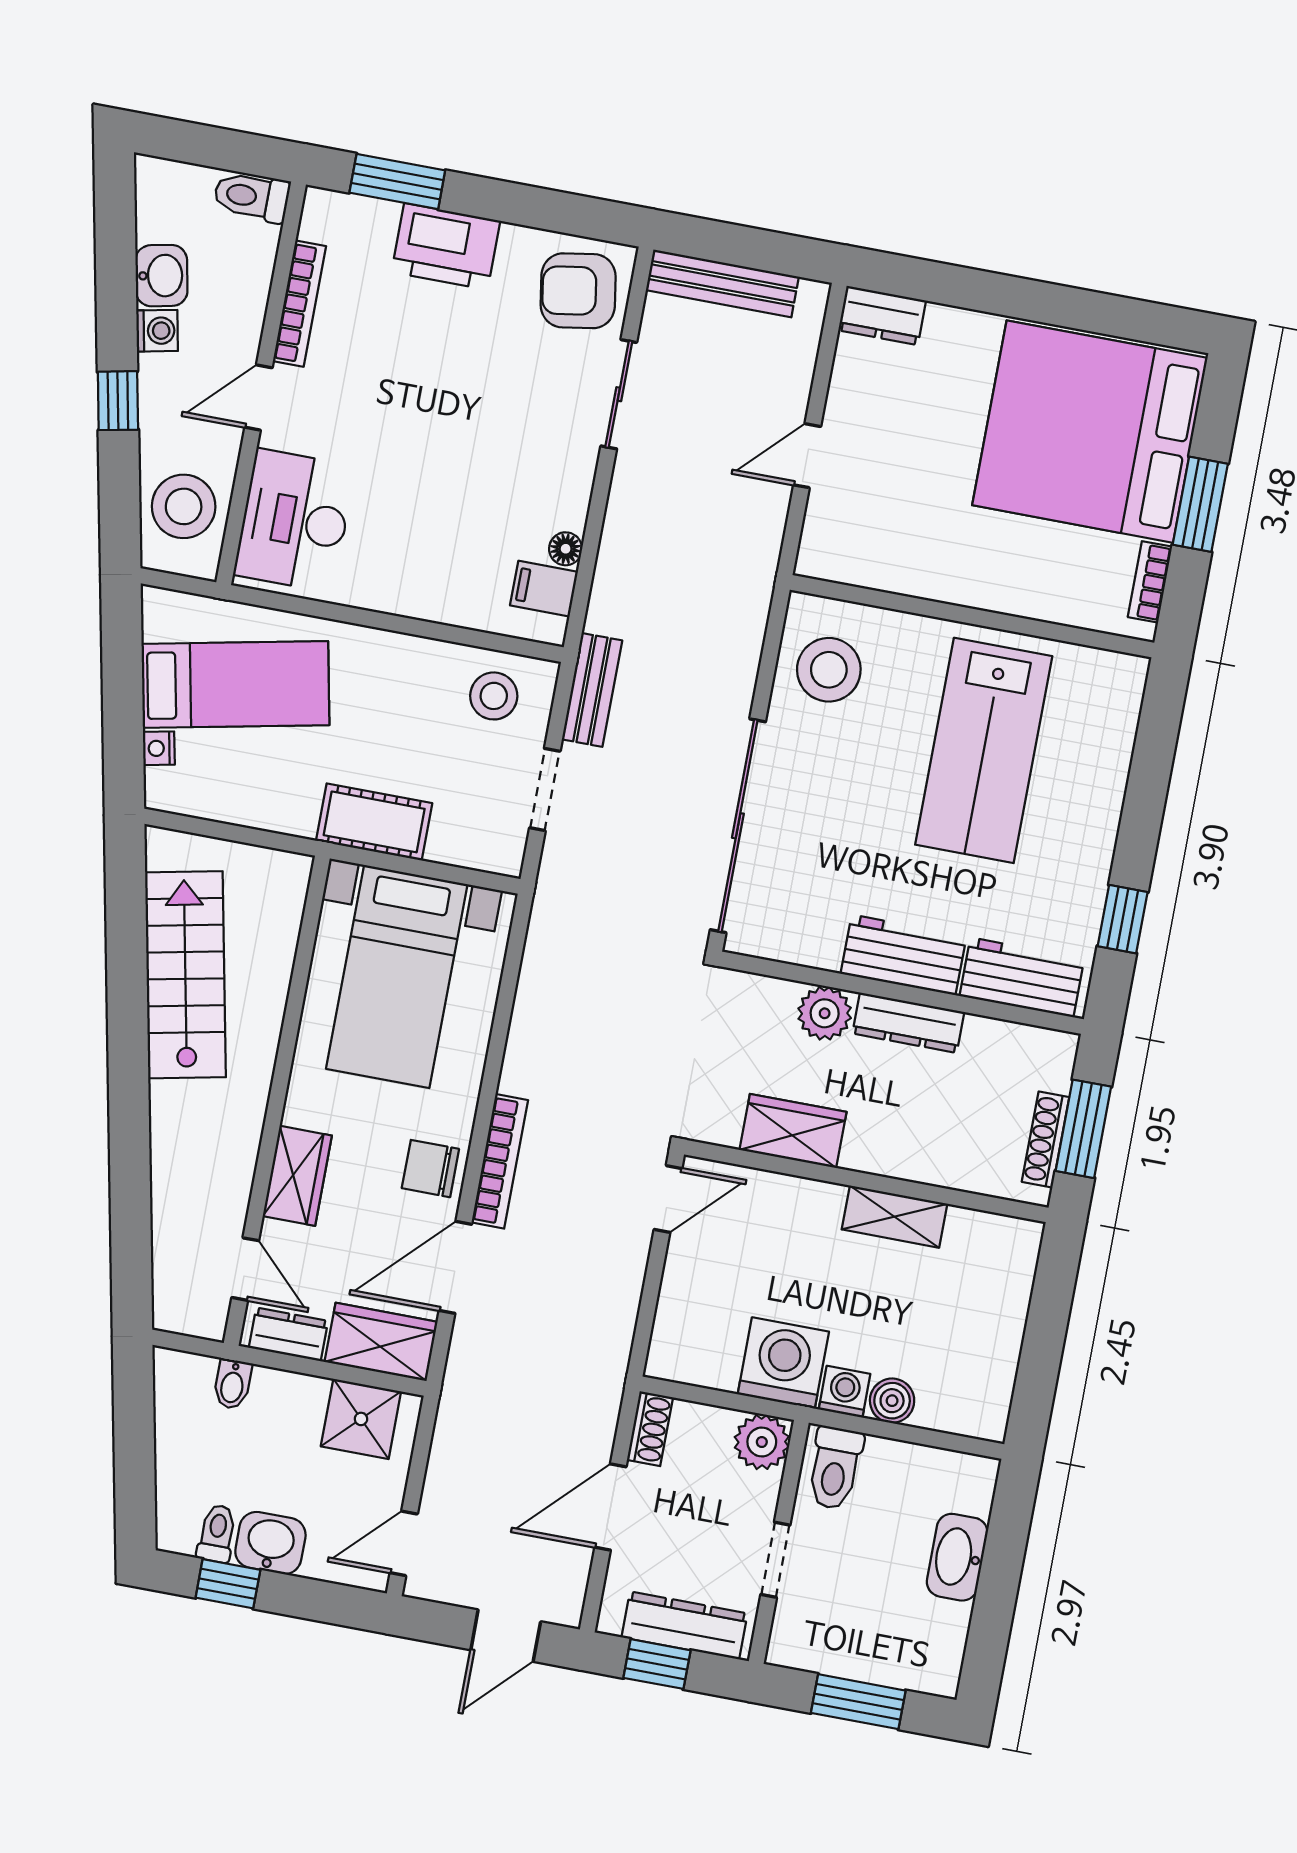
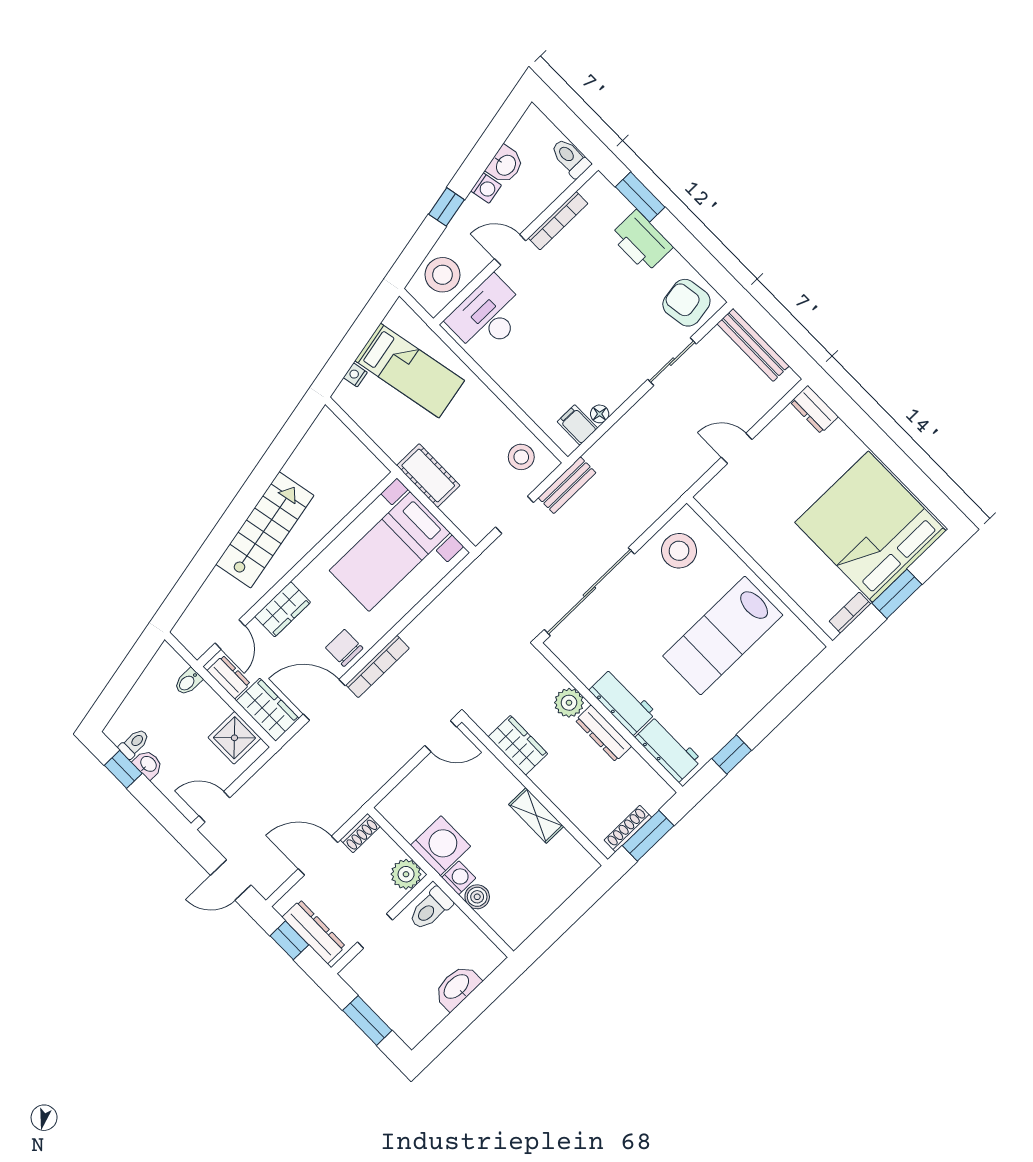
stairs: (185, 975) -> (265, 530), moved
washbasin: (270, 1543) -> (148, 764), width x0.72, depth x0.69

